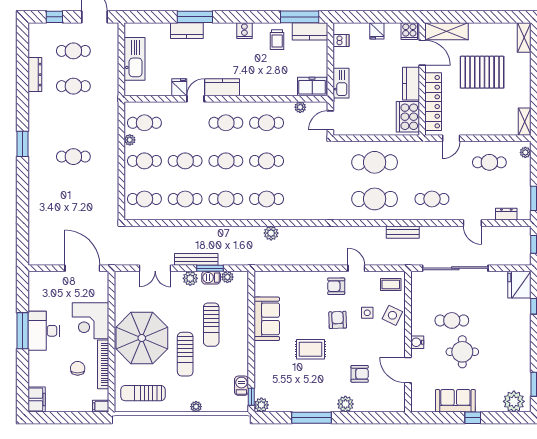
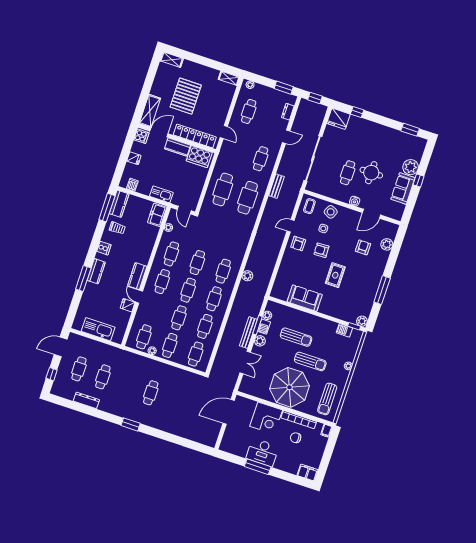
kitchen counter: (187, 31) -> (96, 271), moved
plant: (514, 401) -> (411, 167), moved
plant: (345, 404) -> (387, 244), moved

